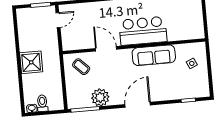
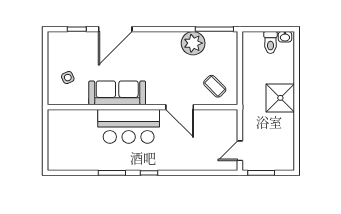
door: (138, 105) -> (115, 29), moved

